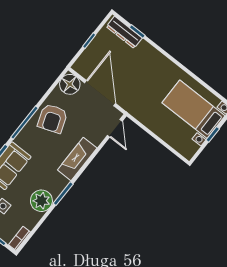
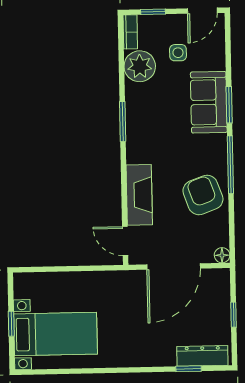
floor lamp: (70, 84) -> (222, 255), width x0.53, depth x0.53
door: (100, 93) -> (174, 267), hinge flipped
fireplace: (77, 159) -> (139, 195), moved
plant: (41, 201) -> (140, 66), moved

